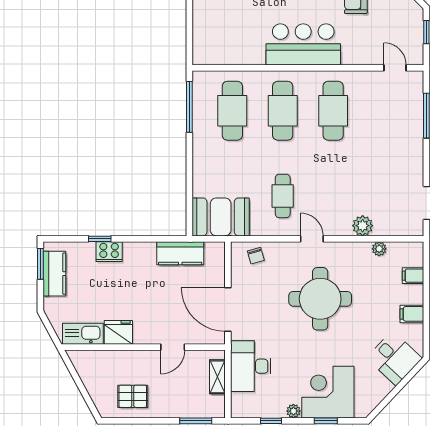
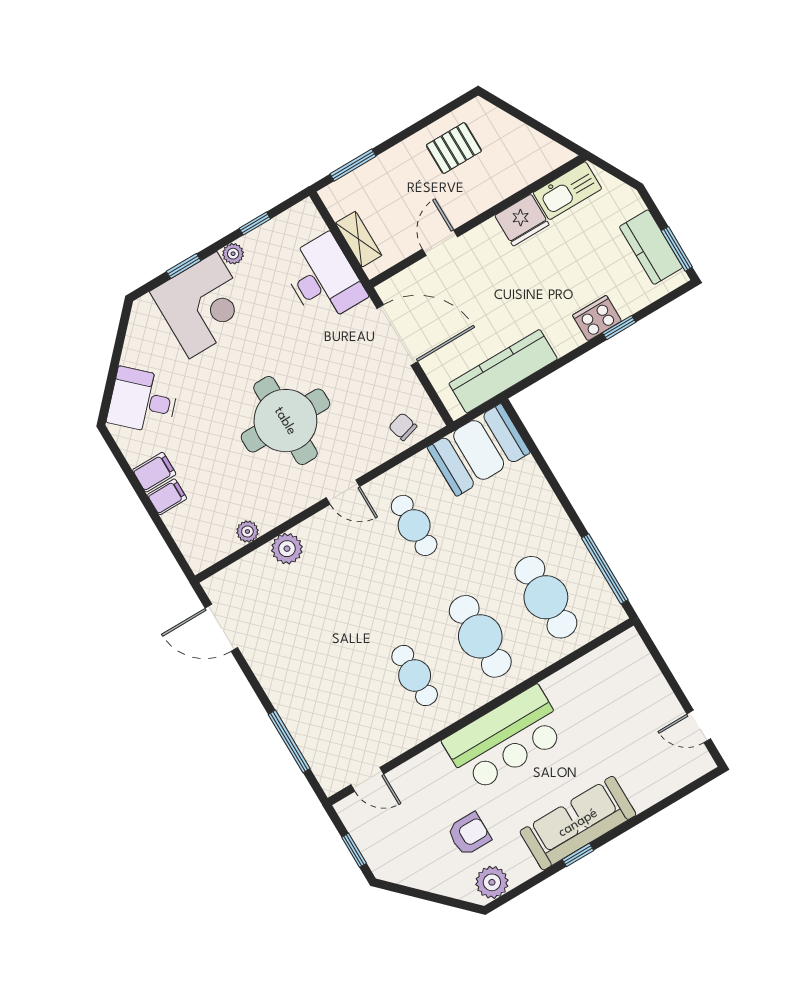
cafe table: (333, 111) -> (415, 675), width x0.73, depth x0.74
kitchen counter: (180, 253) -> (503, 371), width x1.50
filing cabinet: (413, 276) -> (167, 497), moved

